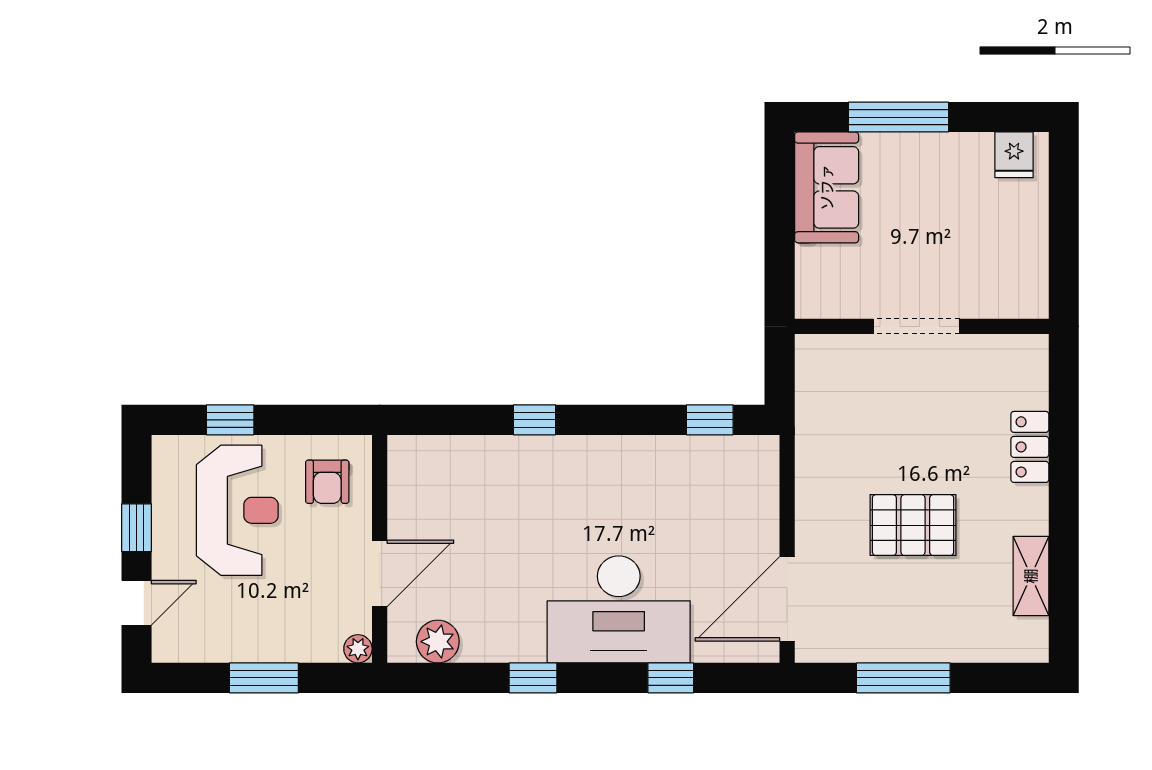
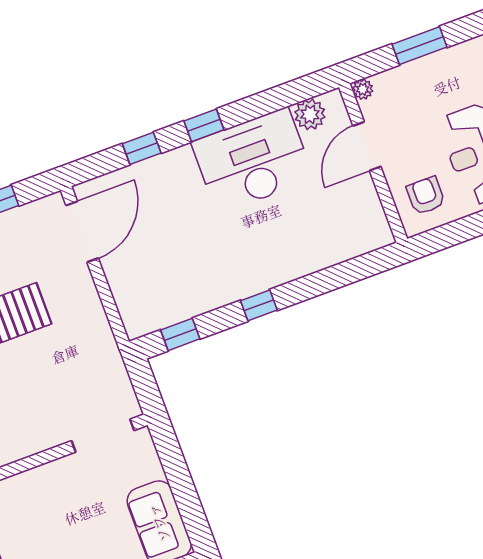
doorway: (917, 326) -> (103, 436), moved
window: (535, 420) -> (259, 305), moved
desk: (619, 609) -> (253, 161), moved
window: (533, 678) -> (204, 125), moved

